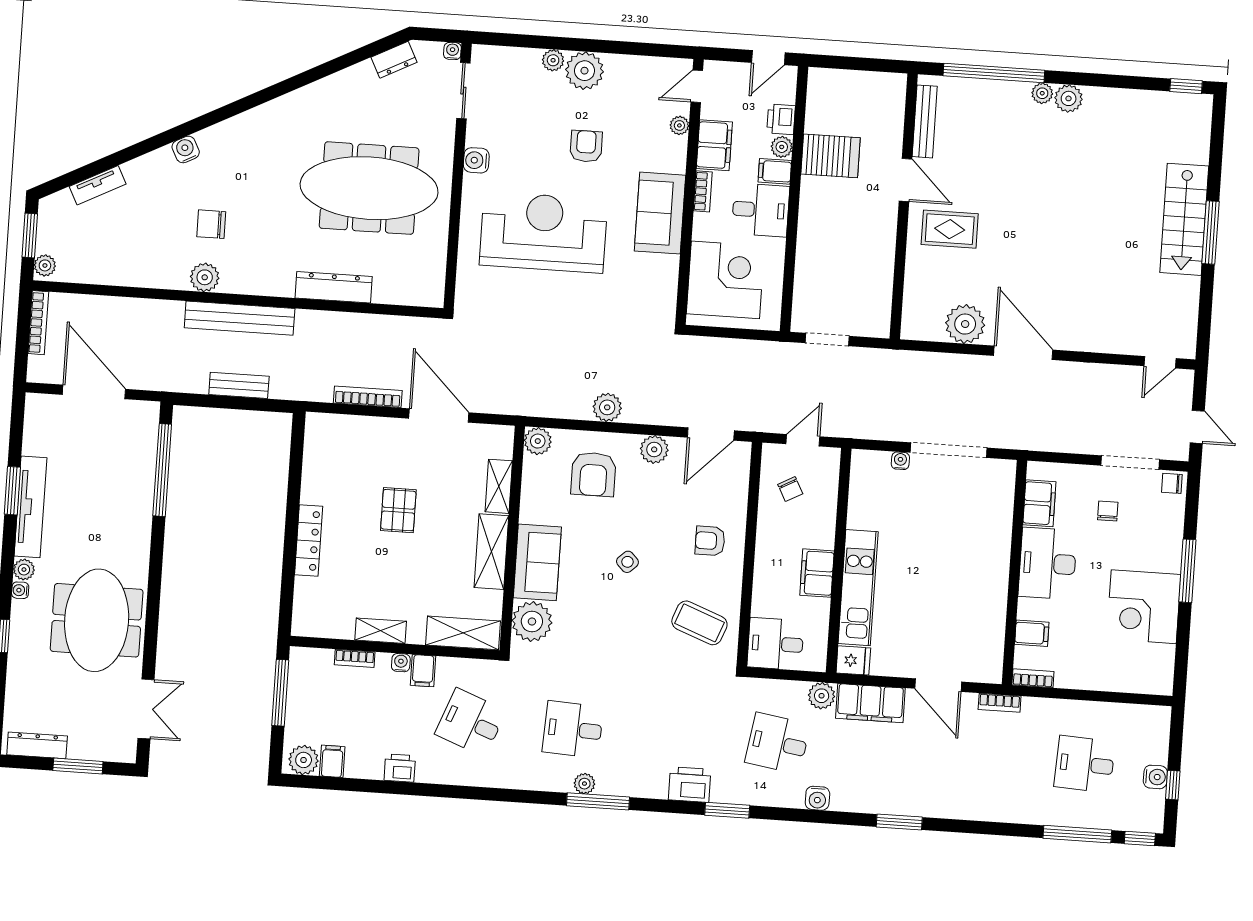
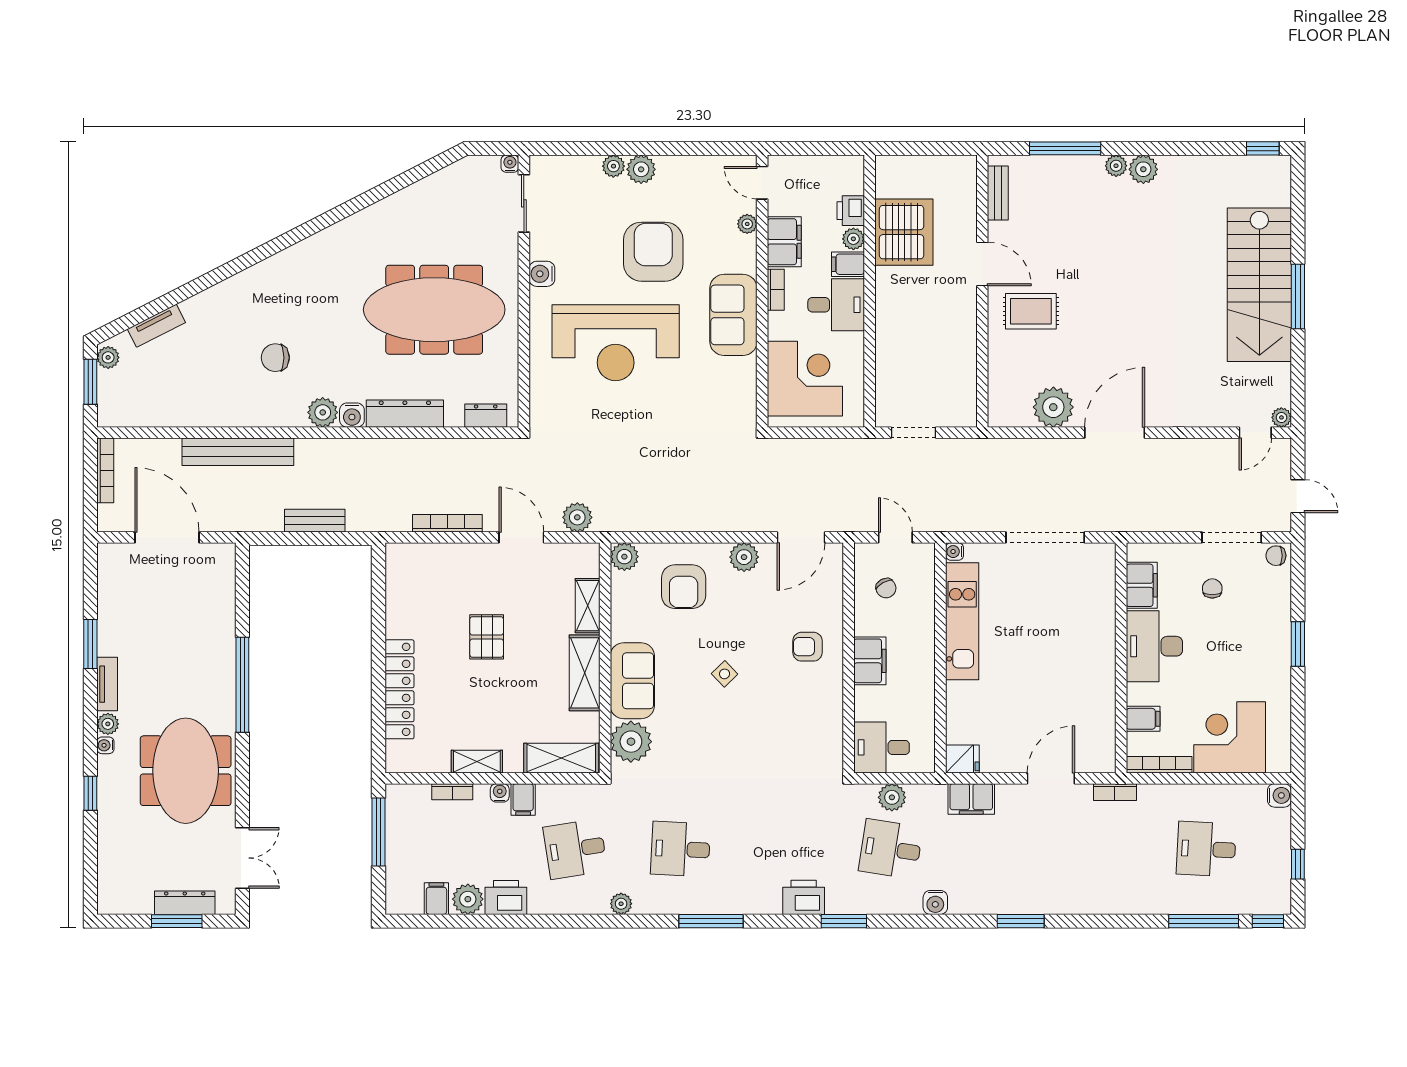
door: (768, 58) -> (833, 148), removed
dresser: (394, 60) -> (486, 416), moved, turned -153
plant: (585, 71) -> (641, 169), width x0.73, depth x0.73
window: (994, 73) -> (1065, 148), width x0.68
door: (697, 86) -> (762, 183), hinge flipped
bench: (925, 121) -> (998, 193), width x0.73
armchair: (586, 146) -> (653, 252), width x1.88, depth x1.88
water cooler: (186, 149) -> (352, 415), moved, turned -153
server rack: (830, 156) -> (904, 232), width x1.60
stairs: (1184, 219) -> (1259, 285), width x1.36, depth x1.51
reception desk: (543, 232) -> (616, 343), turned 180
plant: (45, 265) -> (108, 357), moved
plant: (205, 277) -> (323, 412), moved
bench: (240, 318) -> (238, 452), moved
plant: (1186, 349) -> (1281, 417), added
door: (1023, 353) -> (1115, 433), hinge flipped
plant: (607, 407) -> (577, 517), moved
door: (439, 415) -> (521, 537), width x0.73
door: (803, 440) -> (895, 537), hinge flipped
water cooler: (900, 461) -> (955, 552), moved, turned -90
window: (162, 470) -> (242, 685), moved
tv unit: (30, 507) -> (107, 684), width x0.52, depth x0.78
locker: (309, 541) -> (399, 689), width x1.41, depth x1.21
window: (1187, 571) -> (1298, 644), width x0.69
filing cabinet: (817, 573) -> (870, 661), moved, turned 180
kitchen unit: (858, 588) -> (962, 621), moved
corner desk: (1144, 607) -> (1230, 737), moved, turned 90
coffee table: (699, 623) -> (802, 731), removed
bookcase: (1033, 678) -> (1159, 765), width x1.56
door: (938, 685) -> (1051, 778), swing flipped
plant: (822, 696) -> (892, 797), moved
filing cabinet: (870, 703) -> (971, 799), width x0.67, depth x0.86
desk: (471, 722) -> (575, 849), turned -30
dresser: (37, 745) -> (185, 903), moved
plant: (304, 760) -> (468, 899), moved
printer: (400, 768) -> (506, 897), width x1.36, depth x1.24
water cooler: (1155, 777) -> (1279, 795), moved
plant: (584, 784) -> (621, 904), moved

